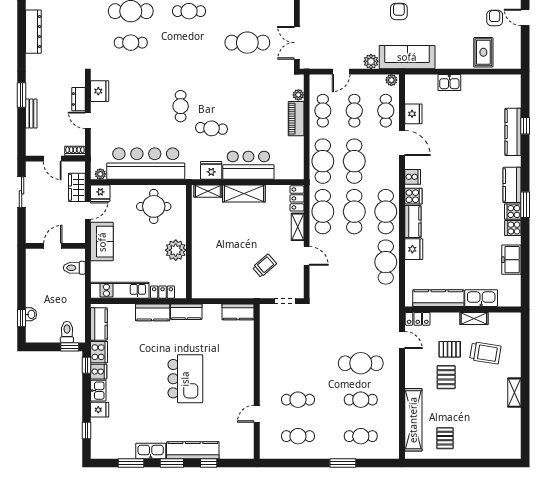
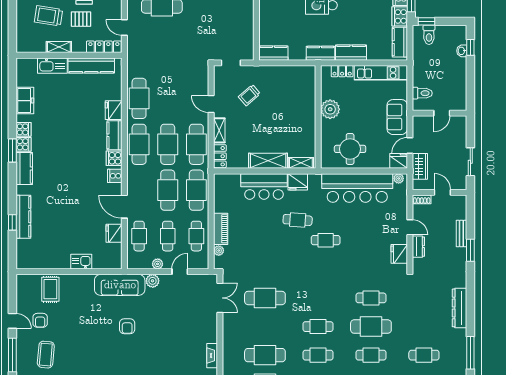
plant: (391, 80) -> (158, 264), moved
cafe table: (181, 106) -> (326, 240), turned 90
locker: (418, 319) -> (104, 47), width x1.53

